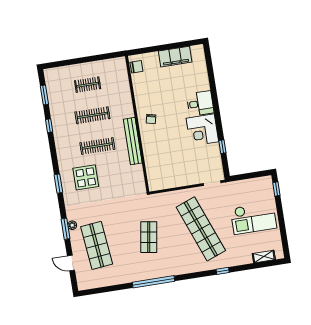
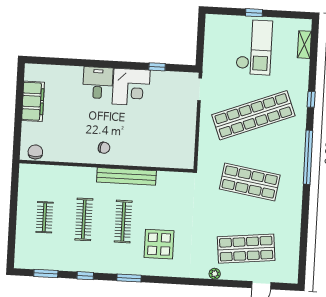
window: (58, 184) -> (129, 278), moved
window: (276, 189) -> (254, 13), moved
window: (66, 229) -> (217, 283), removed
shop shelf: (149, 237) -> (250, 182), width x1.43, depth x1.36
window: (153, 282) -> (308, 157), moved

